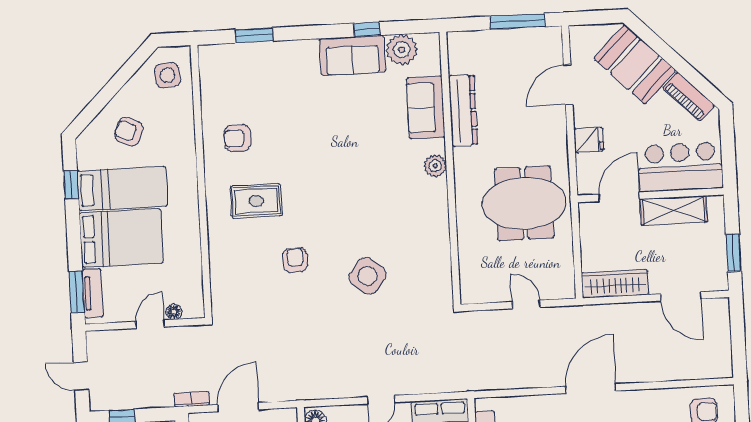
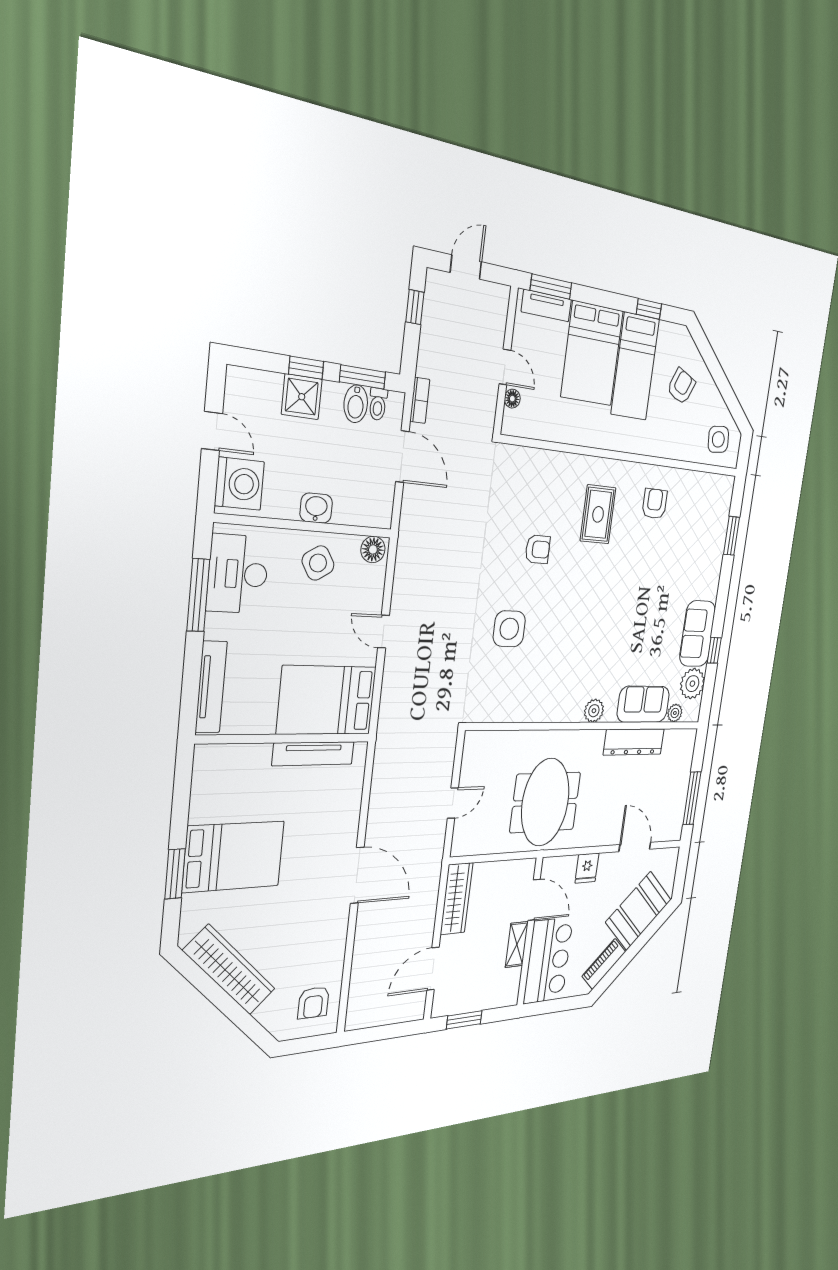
plant: (432, 65) -> (675, 713), added
shelving: (674, 210) -> (517, 944), width x0.67, depth x0.75
side table: (367, 276) -> (509, 629), turned -38

